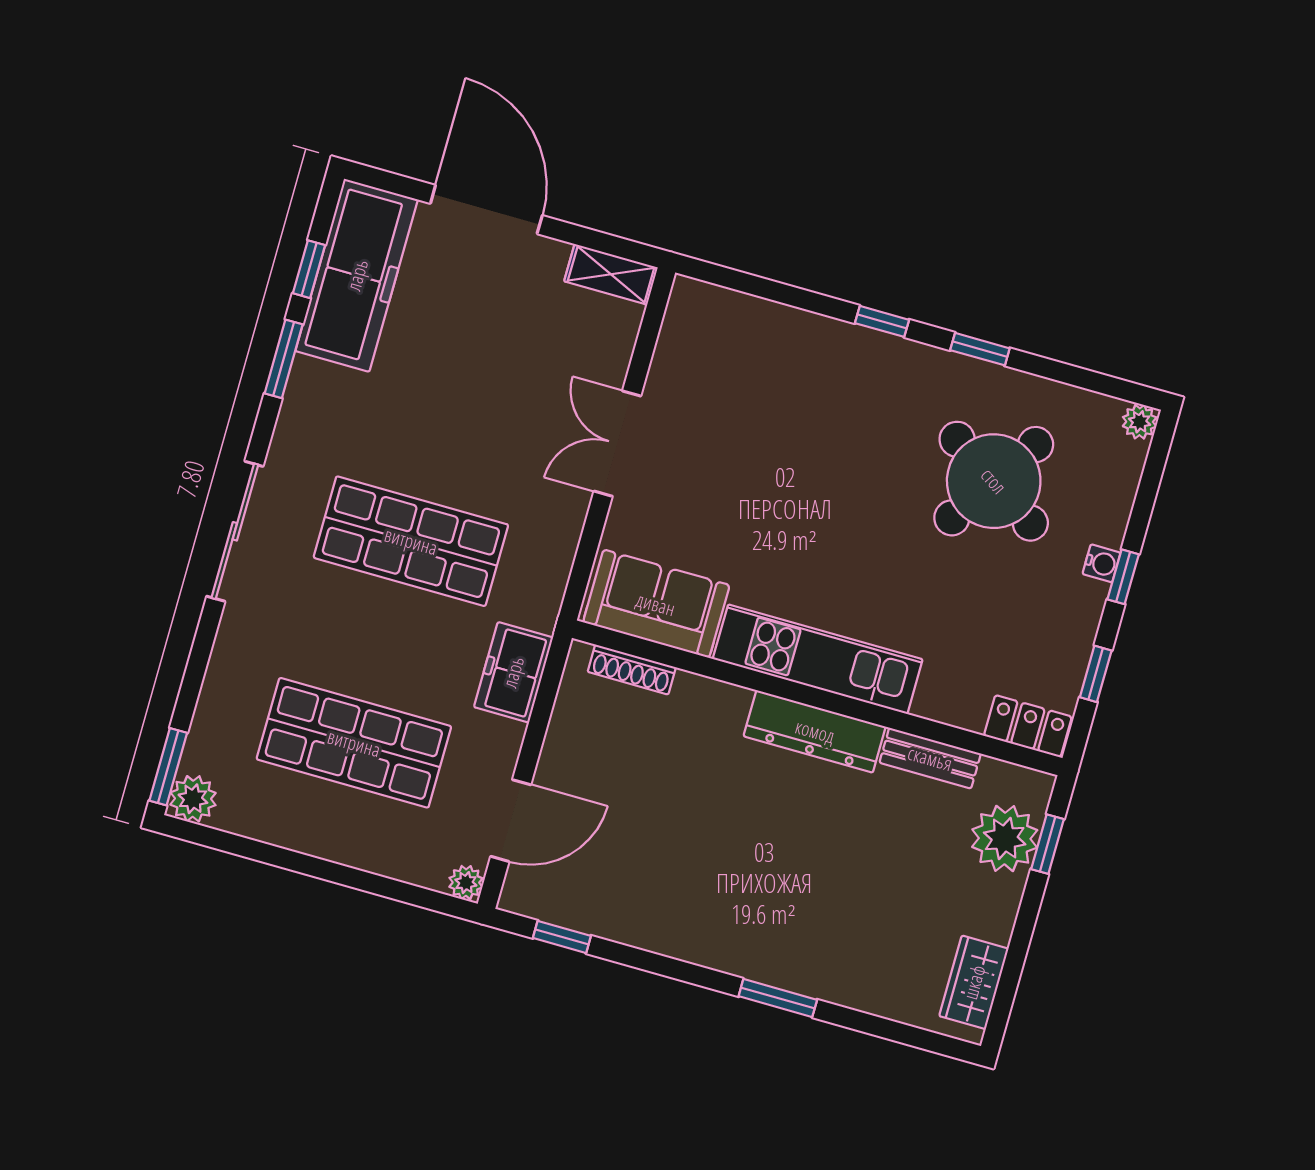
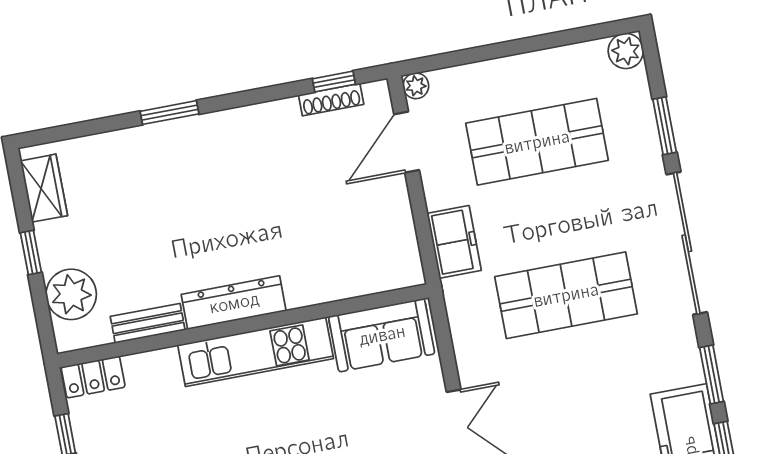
sliding door: (235, 531) -> (687, 243), width x1.36
shoe rack: (632, 670) -> (331, 100), moved, turned 180
window: (168, 767) -> (665, 126), moved
window: (1048, 844) -> (31, 253), moved

